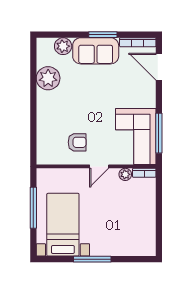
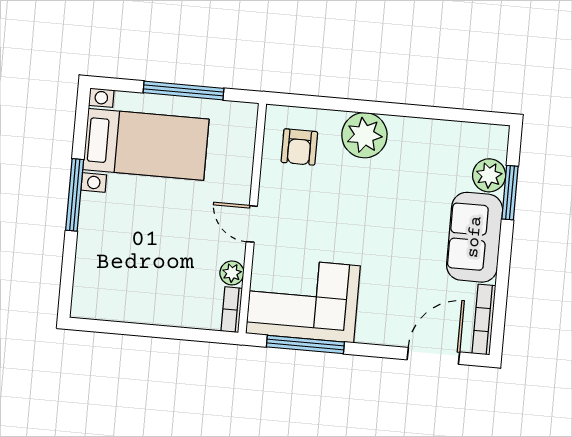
window: (103, 35) -> (510, 193), moved
plant: (48, 78) -> (364, 135), moved
armchair: (77, 142) -> (299, 147), moved

